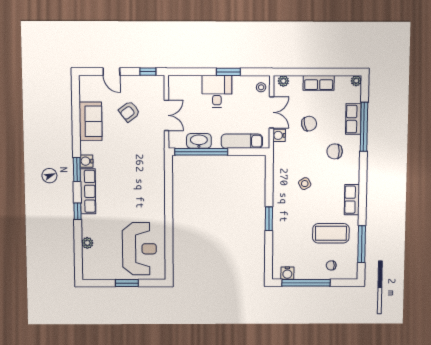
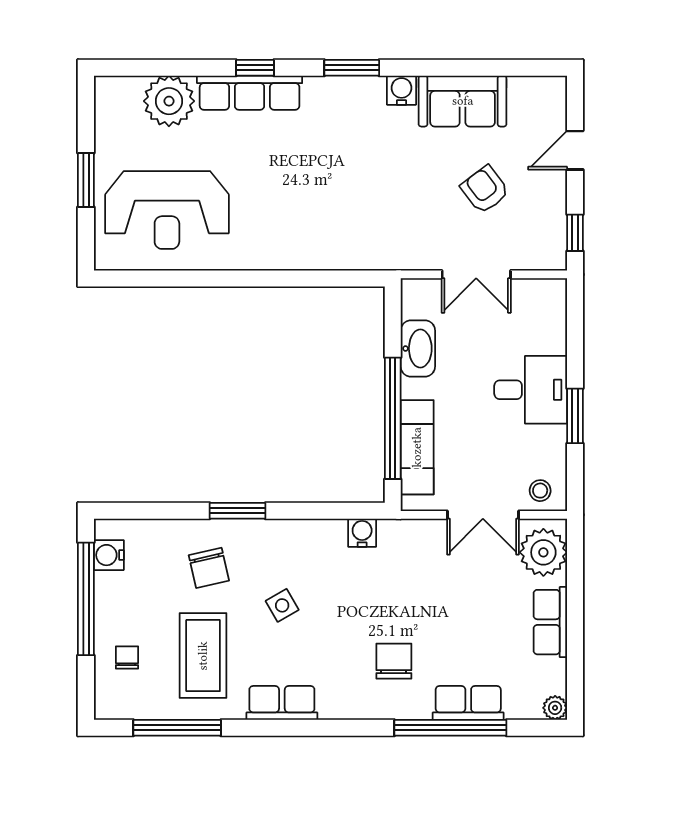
plant: (283, 81) -> (543, 552), width x1.88, depth x1.88
chair: (309, 124) -> (209, 568), moved
water cooler: (279, 135) -> (362, 533), moved
window: (201, 152) -> (393, 418), moved
water cooler: (86, 161) -> (401, 90), moved
side table: (305, 184) -> (282, 605), moved
row of seats: (88, 191) -> (250, 93), moved
plant: (87, 243) -> (169, 101), width x1.88, depth x1.88

